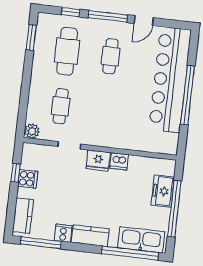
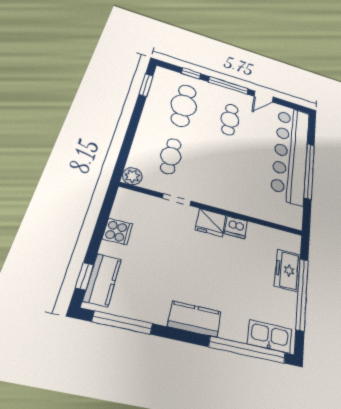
window: (16, 173) -> (85, 276), moved
cooker: (63, 233) -> (157, 311), removed
kitchen sink: (141, 240) -> (270, 336), width x0.73, depth x0.81

